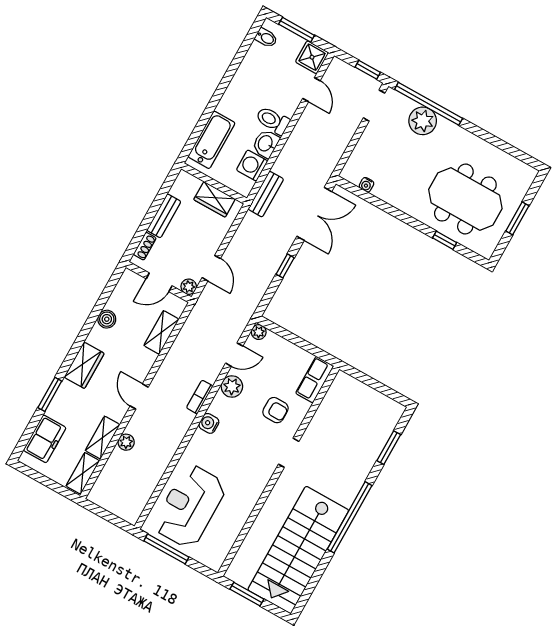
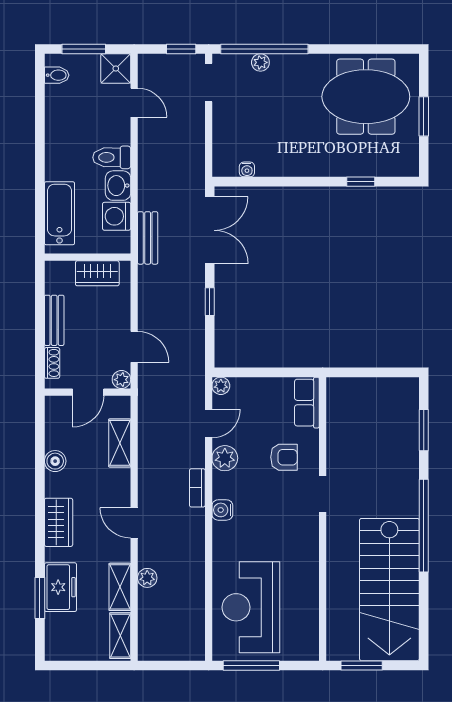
plant: (423, 121) -> (260, 62), width x0.53, depth x0.53
meeting table: (465, 199) -> (366, 97), moved
window: (50, 394) -> (40, 598), moved
freezer: (45, 439) -> (60, 587), moved

